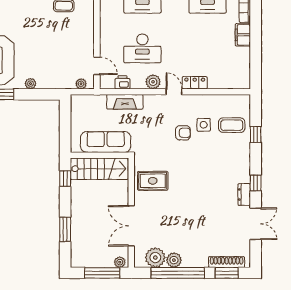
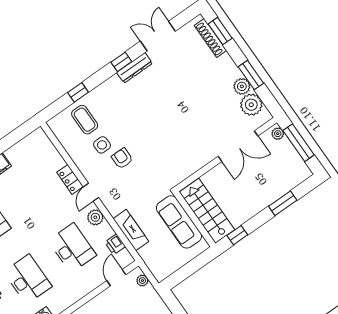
rug: (153, 181) -> (184, 155), removed
dresser: (244, 194) -> (135, 68), width x1.44
window: (178, 273) -> (251, 75), width x0.47

